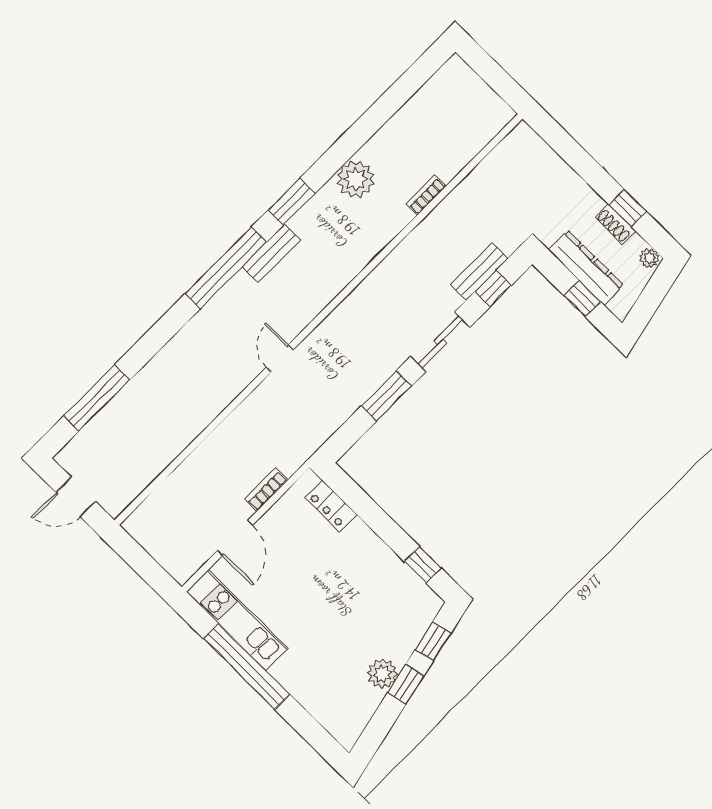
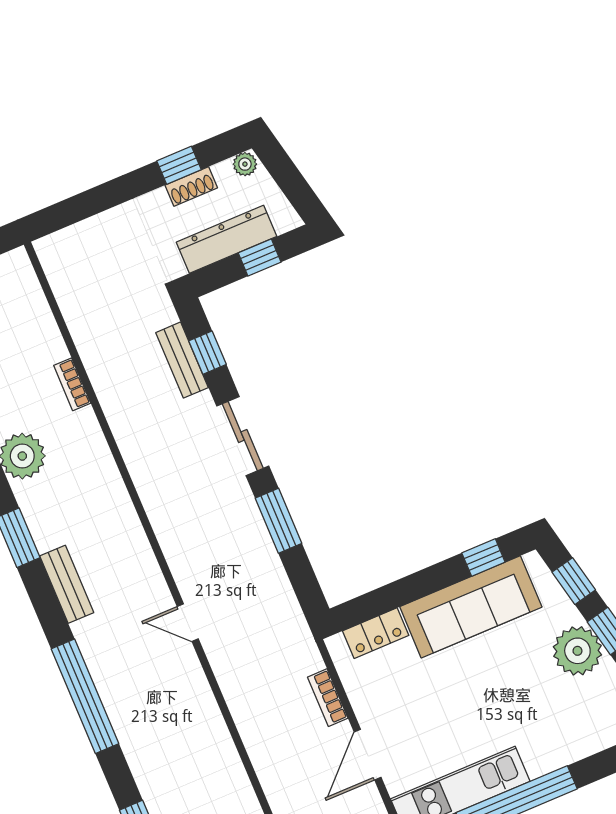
window: (226, 268) -> (85, 696), moved
door: (235, 538) -> (368, 755), swing flipped
sofa: (381, 570) -> (471, 607), added
plant: (382, 674) -> (577, 651), width x1.36, depth x1.36

